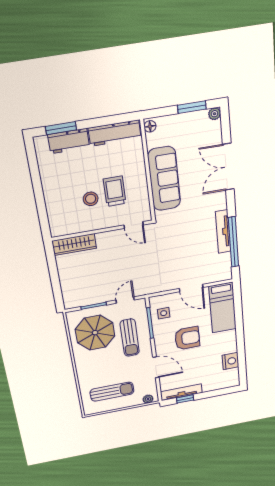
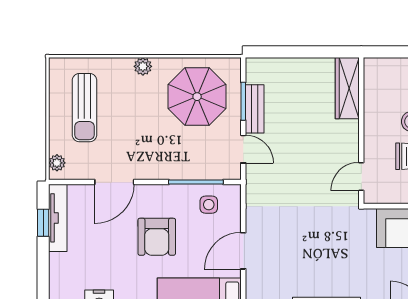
bench: (98, 298) -> (255, 109), added
sun lounger: (130, 338) -> (177, 148), removed
plant: (81, 366) -> (143, 66), added

